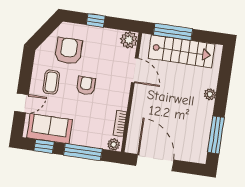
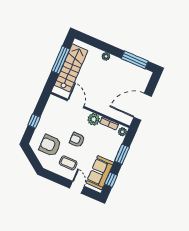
window: (173, 32) -> (61, 60), moved
plant: (129, 40) -> (94, 119), moved
door: (135, 70) -> (76, 104), hinge flipped
window: (83, 152) -> (122, 154), width x0.69

